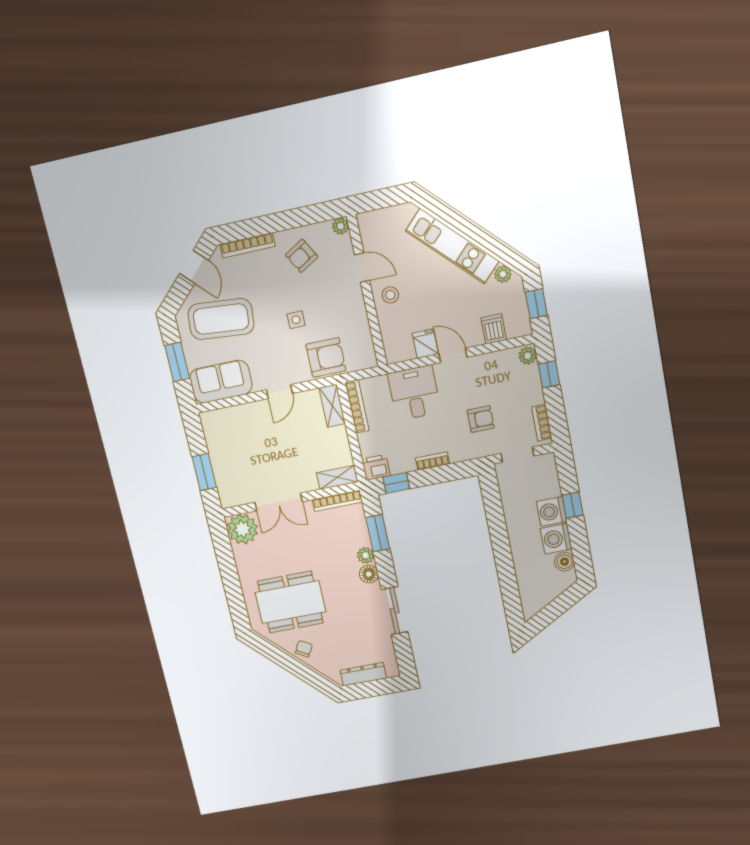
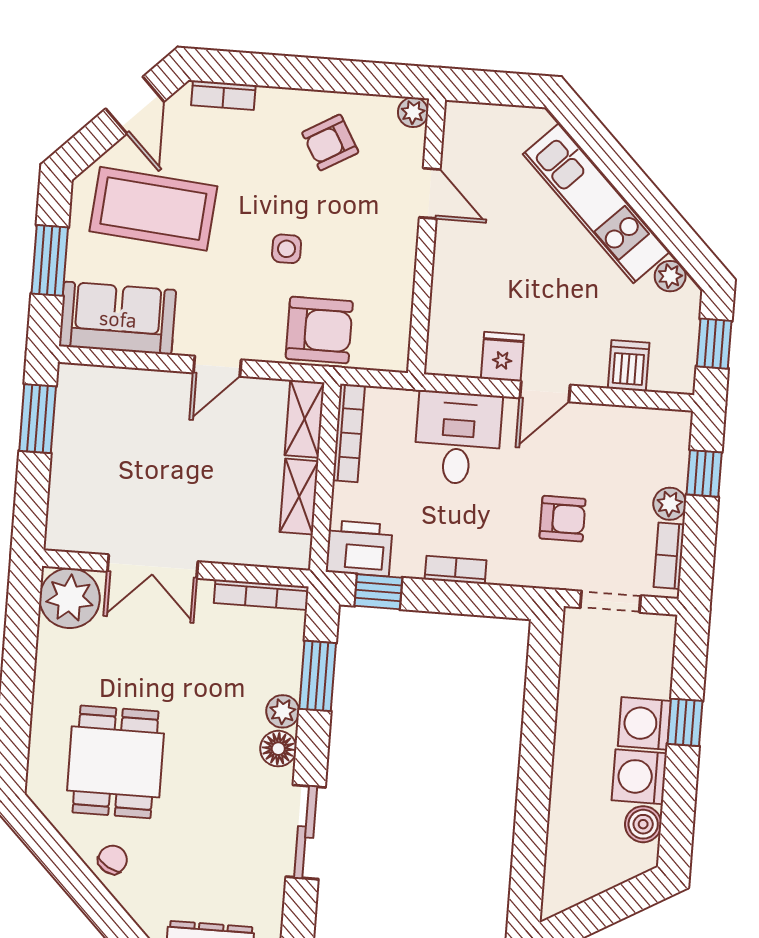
bookcase: (247, 245) -> (223, 95), width x0.64
stool: (390, 295) -> (465, 255), removed
door: (453, 355) -> (545, 391), swing flipped
plant: (528, 356) -> (670, 504), moved
printer: (376, 467) -> (359, 548), width x1.36, depth x1.24
window: (204, 472) -> (38, 419), moved
shelving: (337, 477) -> (299, 497), moved, turned 90
dining table: (290, 602) -> (115, 762), width x0.73

